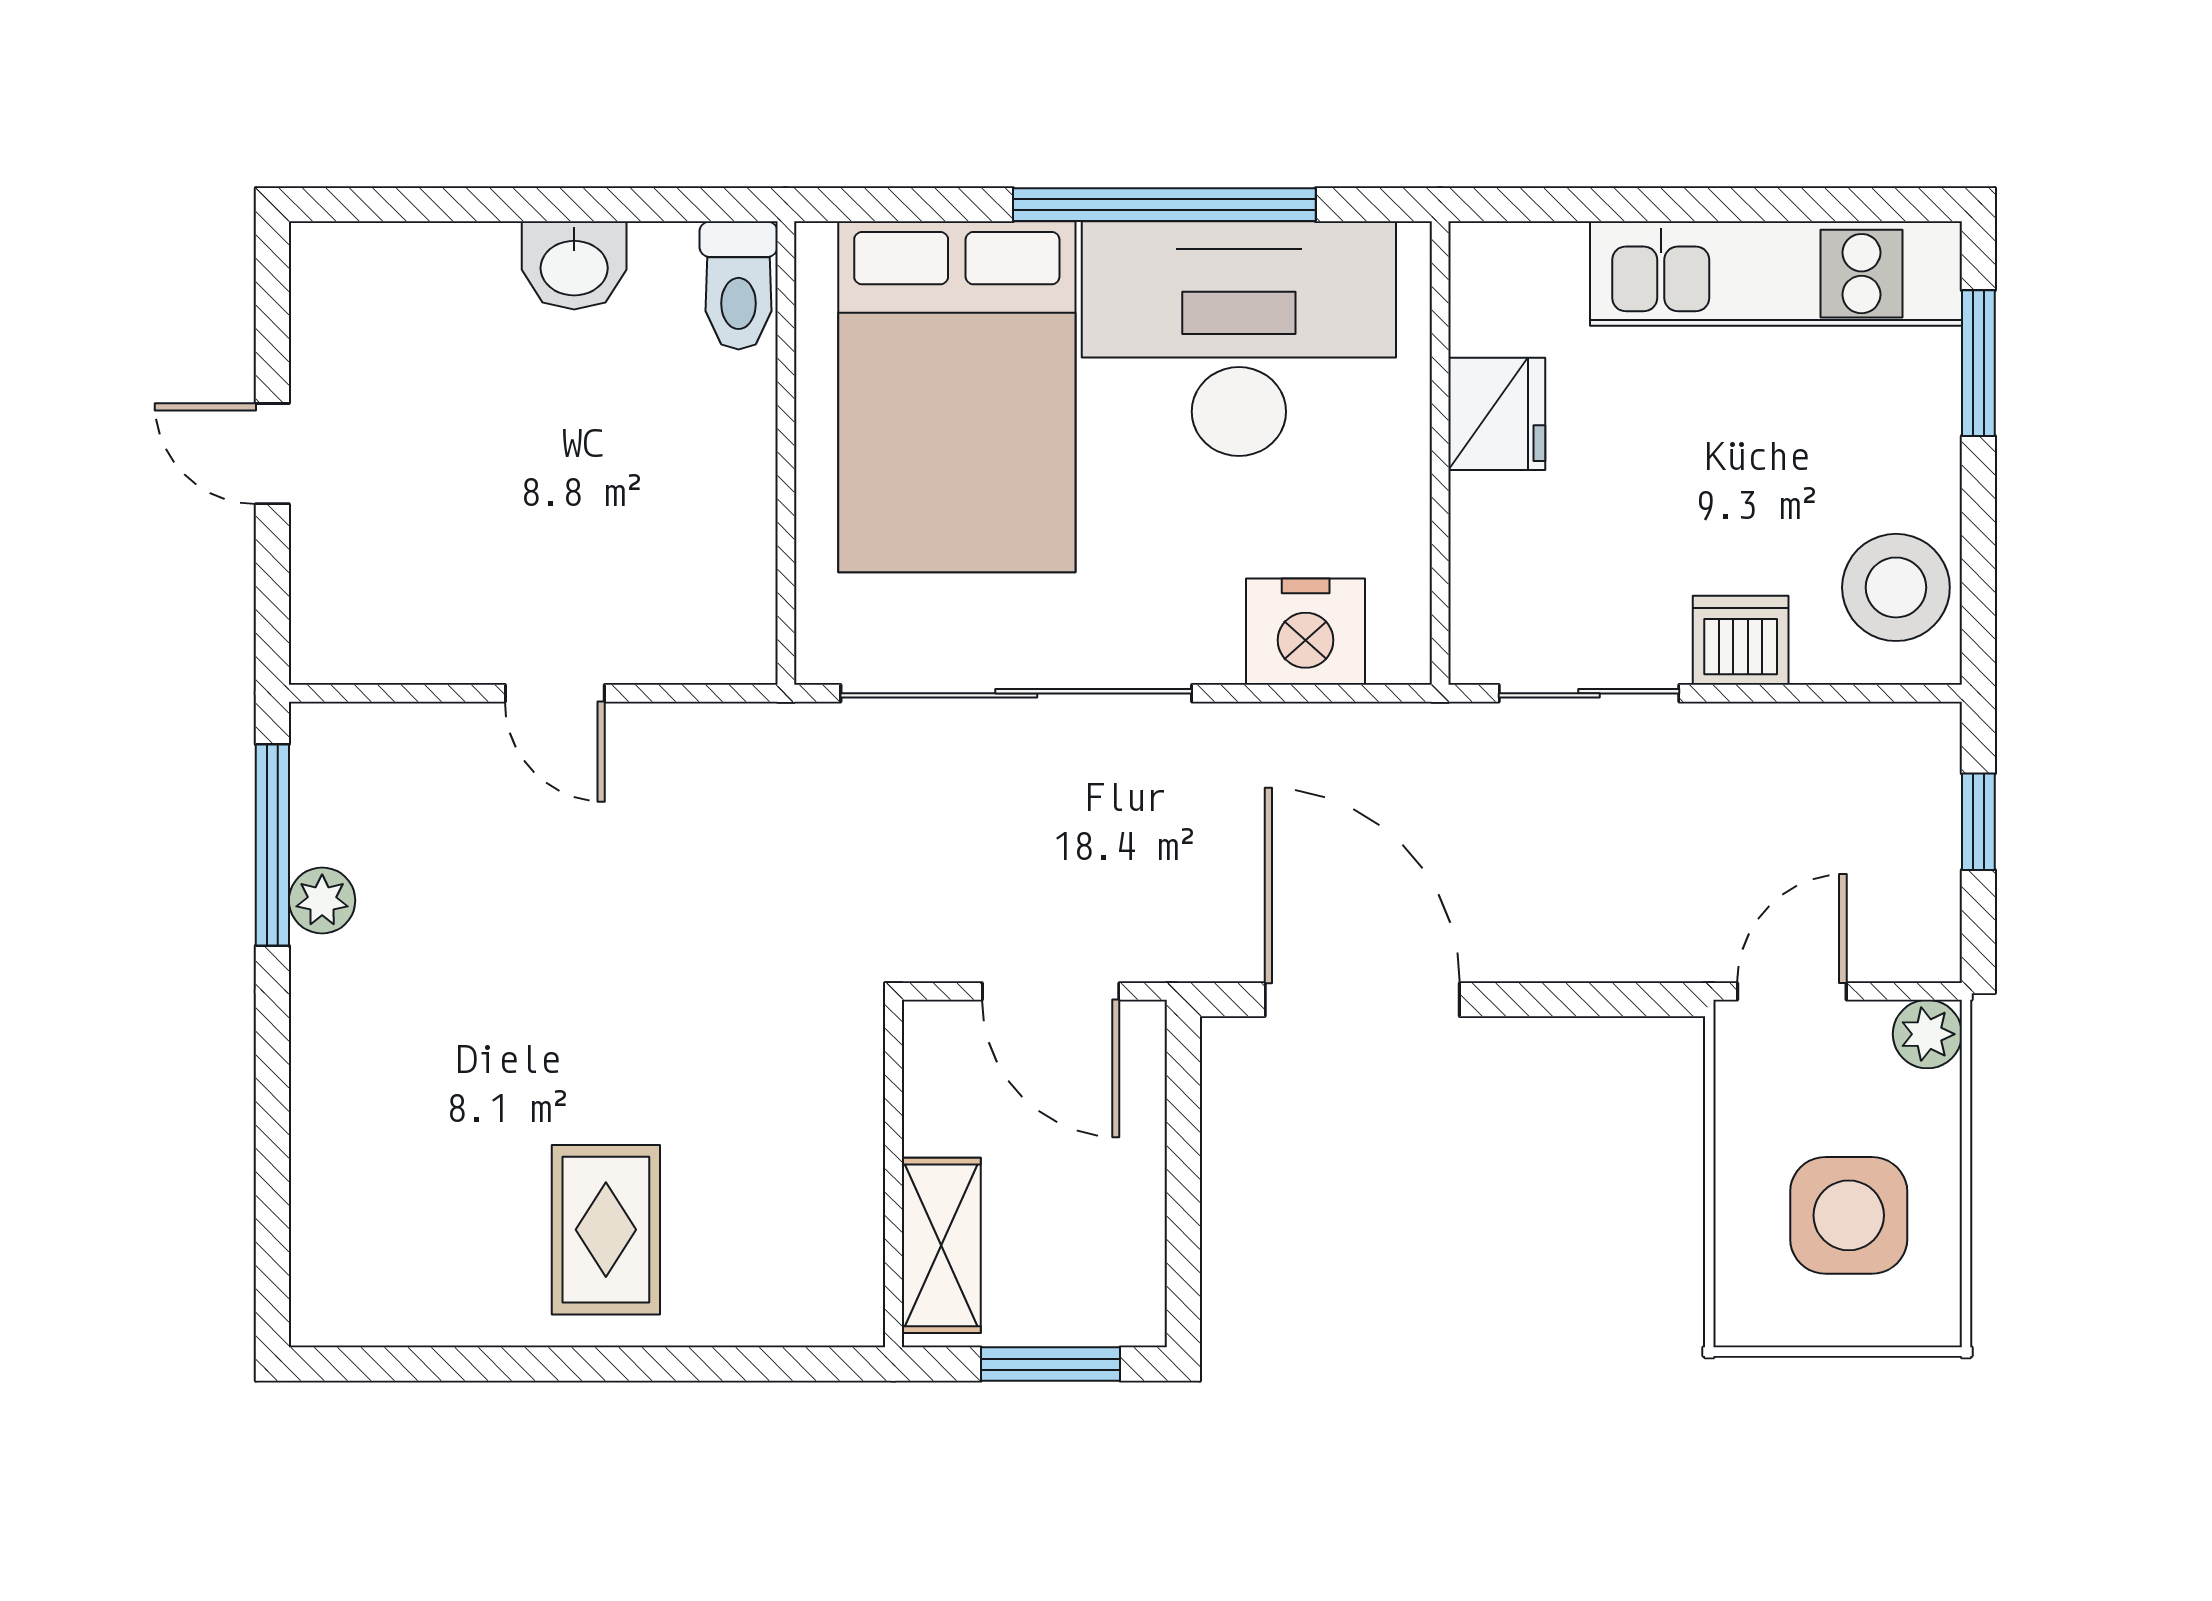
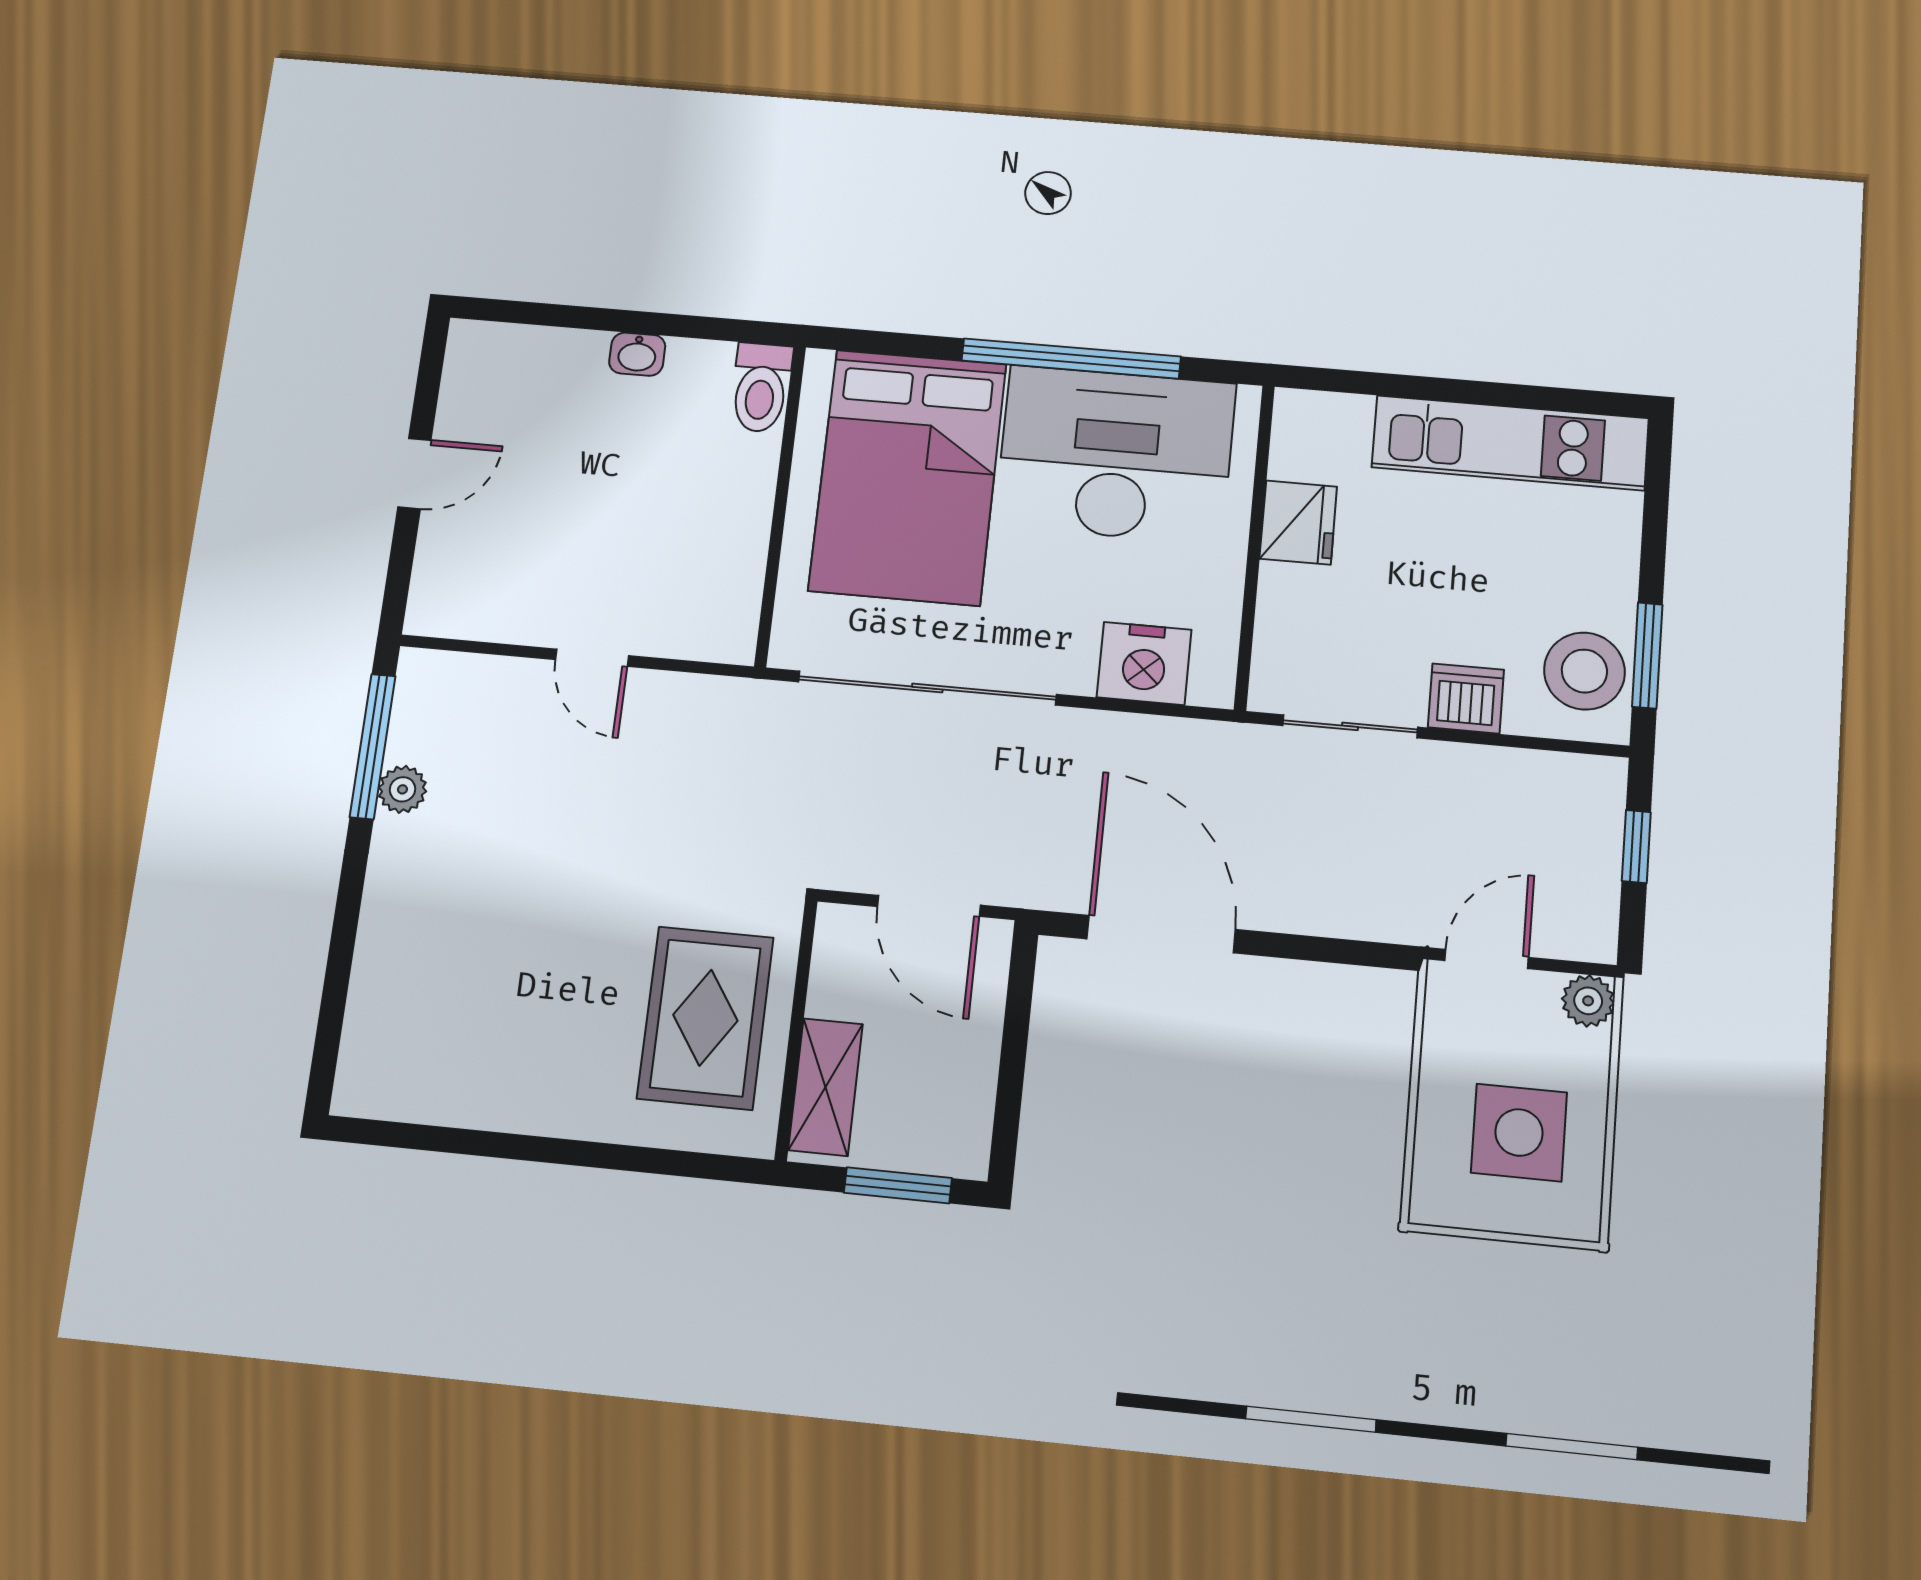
washbasin: (574, 265) -> (637, 354), width x0.72, depth x0.69
window: (1978, 363) -> (1647, 655), moved
door: (272, 454) -> (414, 473), swing flipped
rug: (606, 1230) -> (705, 1018), moved, width x1.36, depth x1.43

